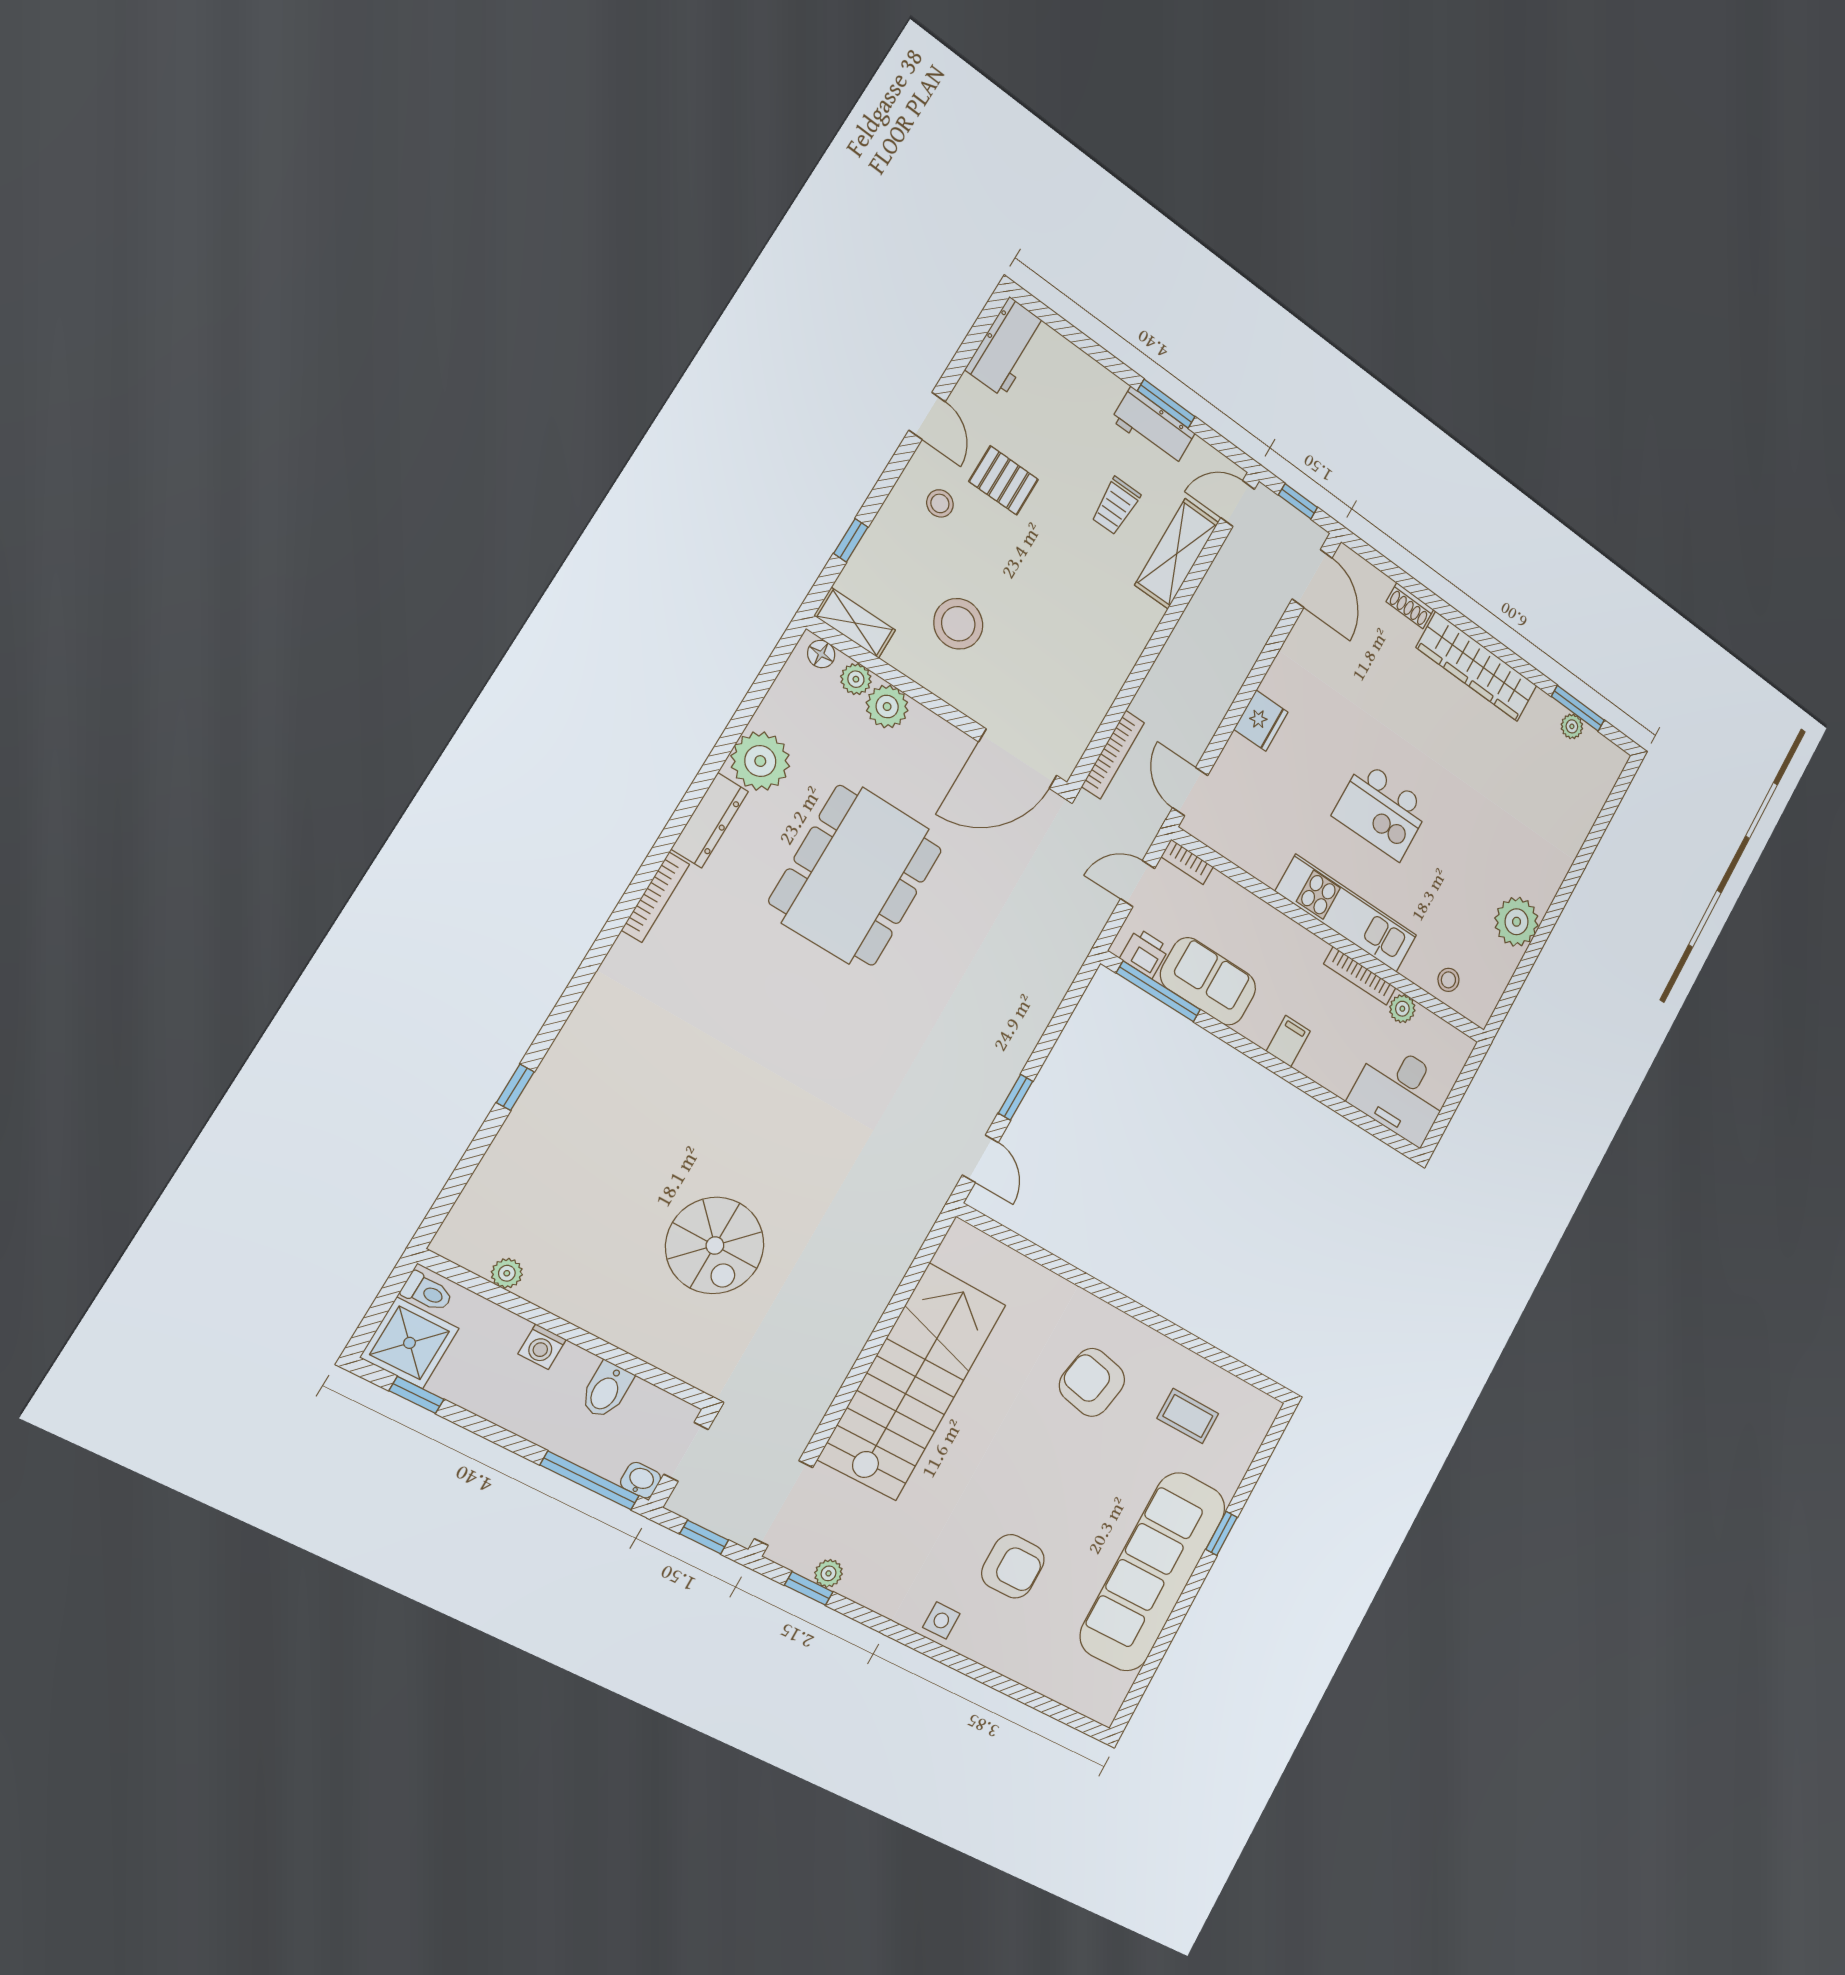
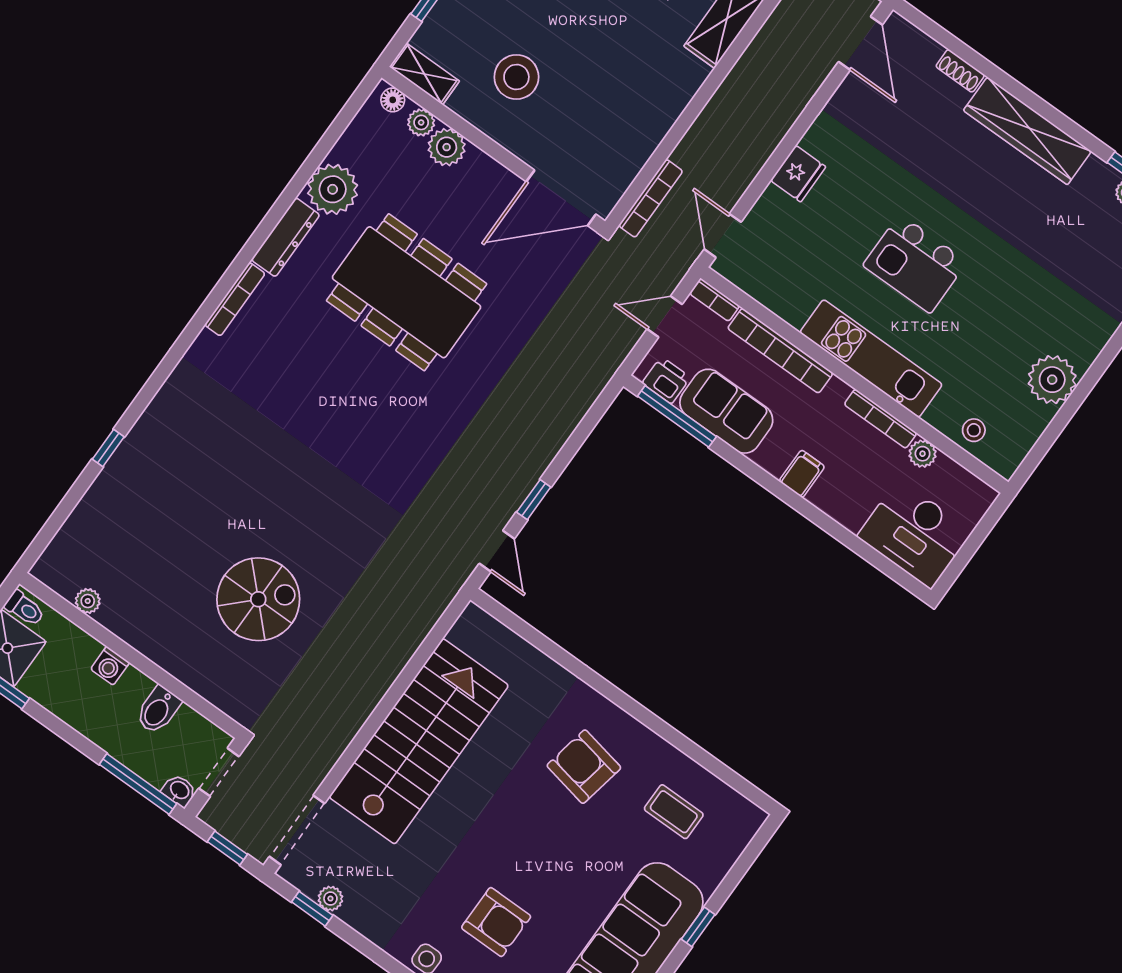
dining table: (856, 876) -> (407, 292), turned 90
bookcase: (1257, 912) -> (780, 351), added
spiral stairs: (715, 1245) -> (258, 599), turned -90

